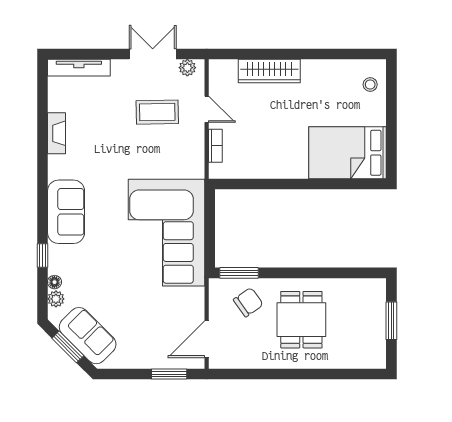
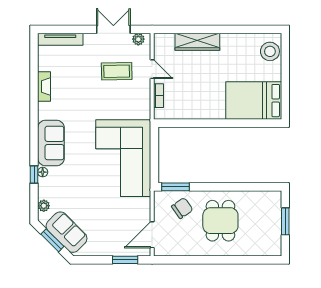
stool: (370, 85) -> (270, 51), width x1.89, depth x1.89
floor lamp: (54, 282) -> (43, 172), moved

